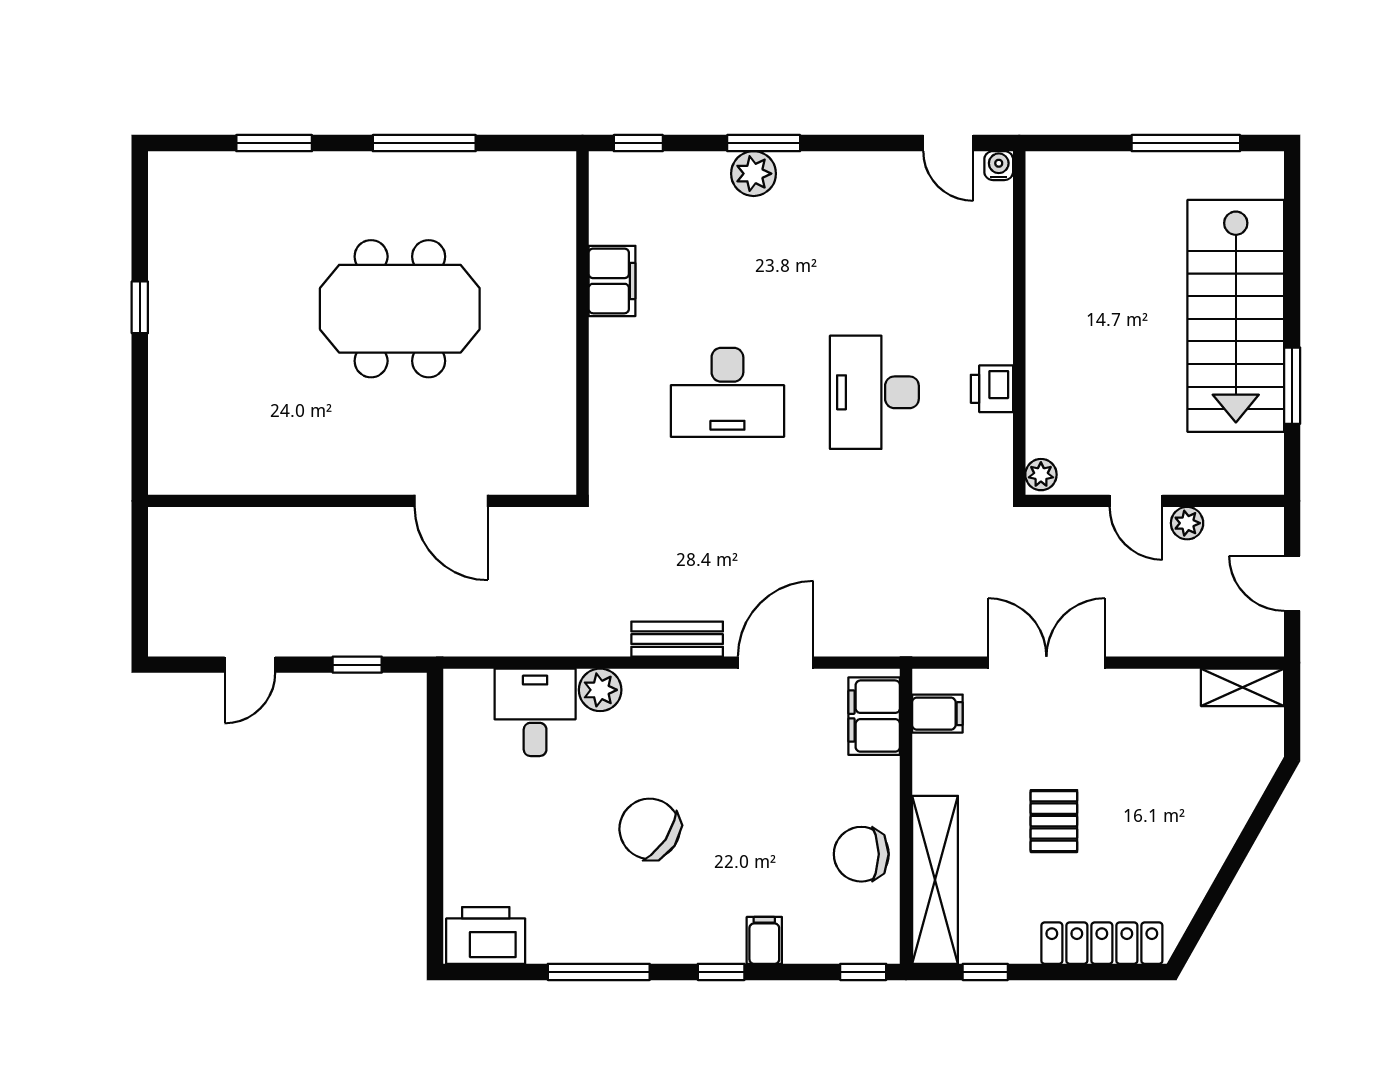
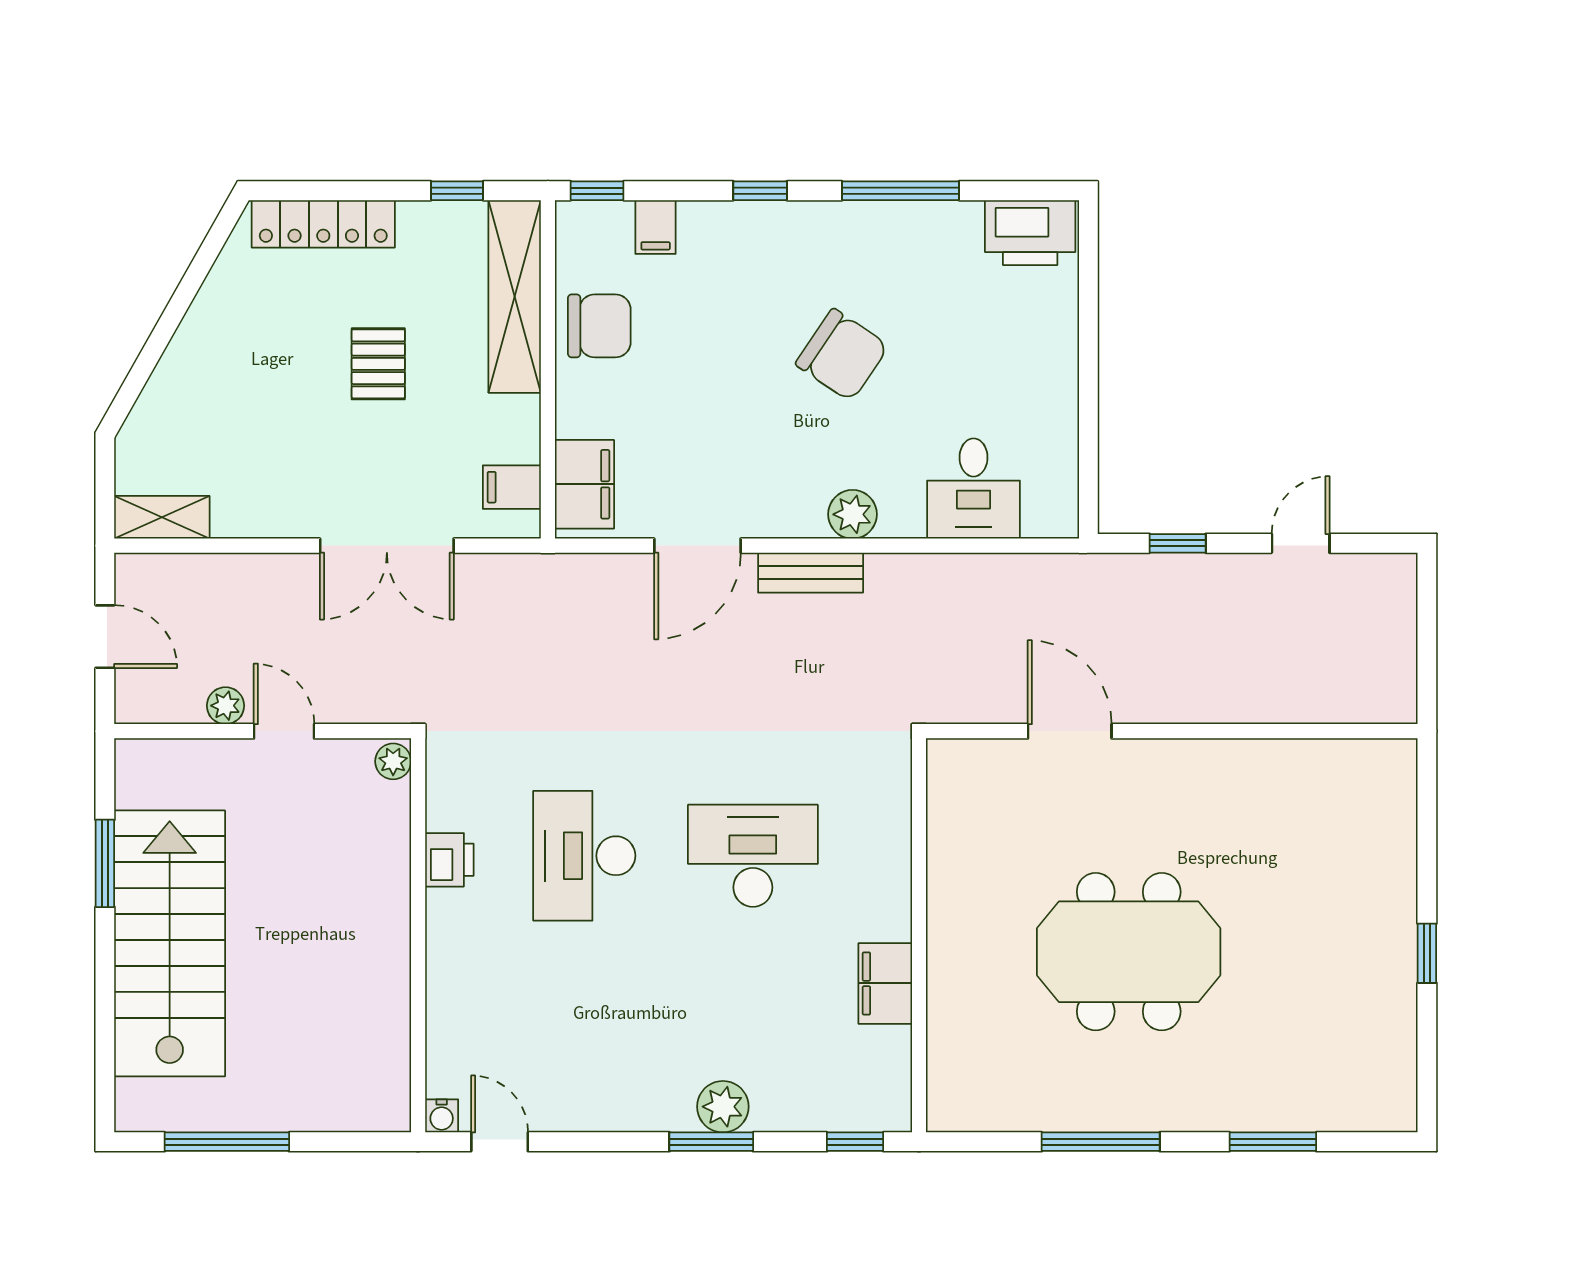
desk: (874, 392) -> (584, 856), turned 180
plant: (600, 690) -> (852, 514), moved
filing cabinet: (764, 940) -> (656, 227), moved

